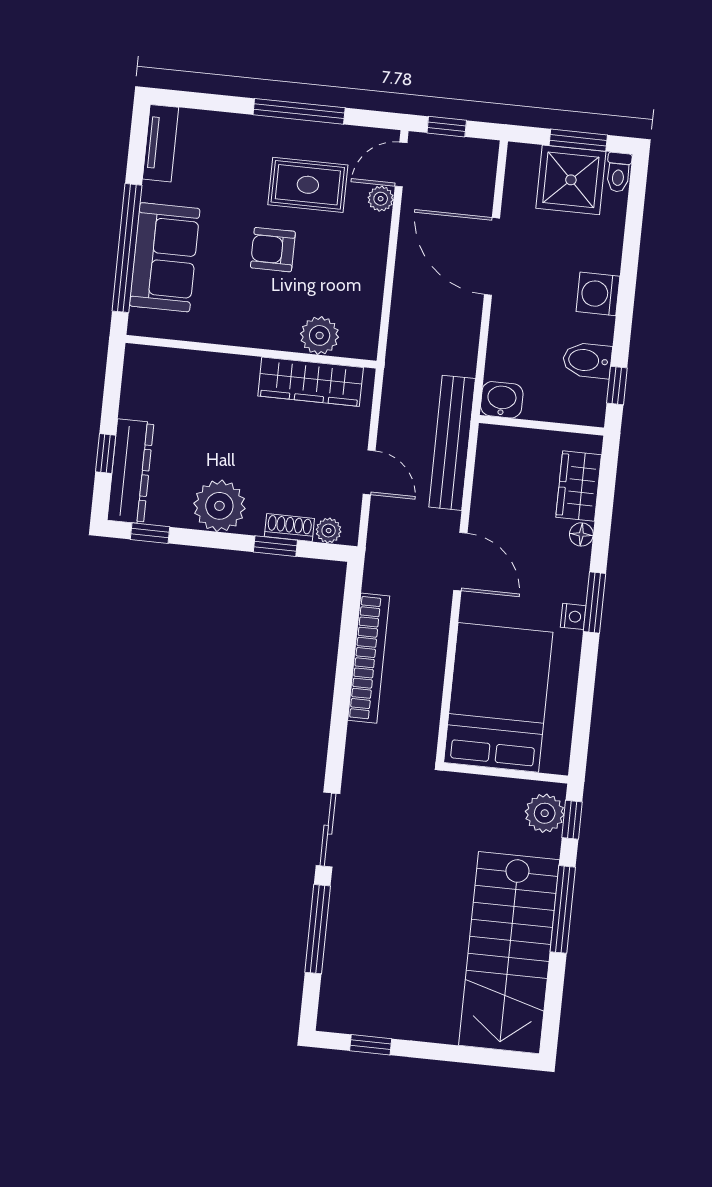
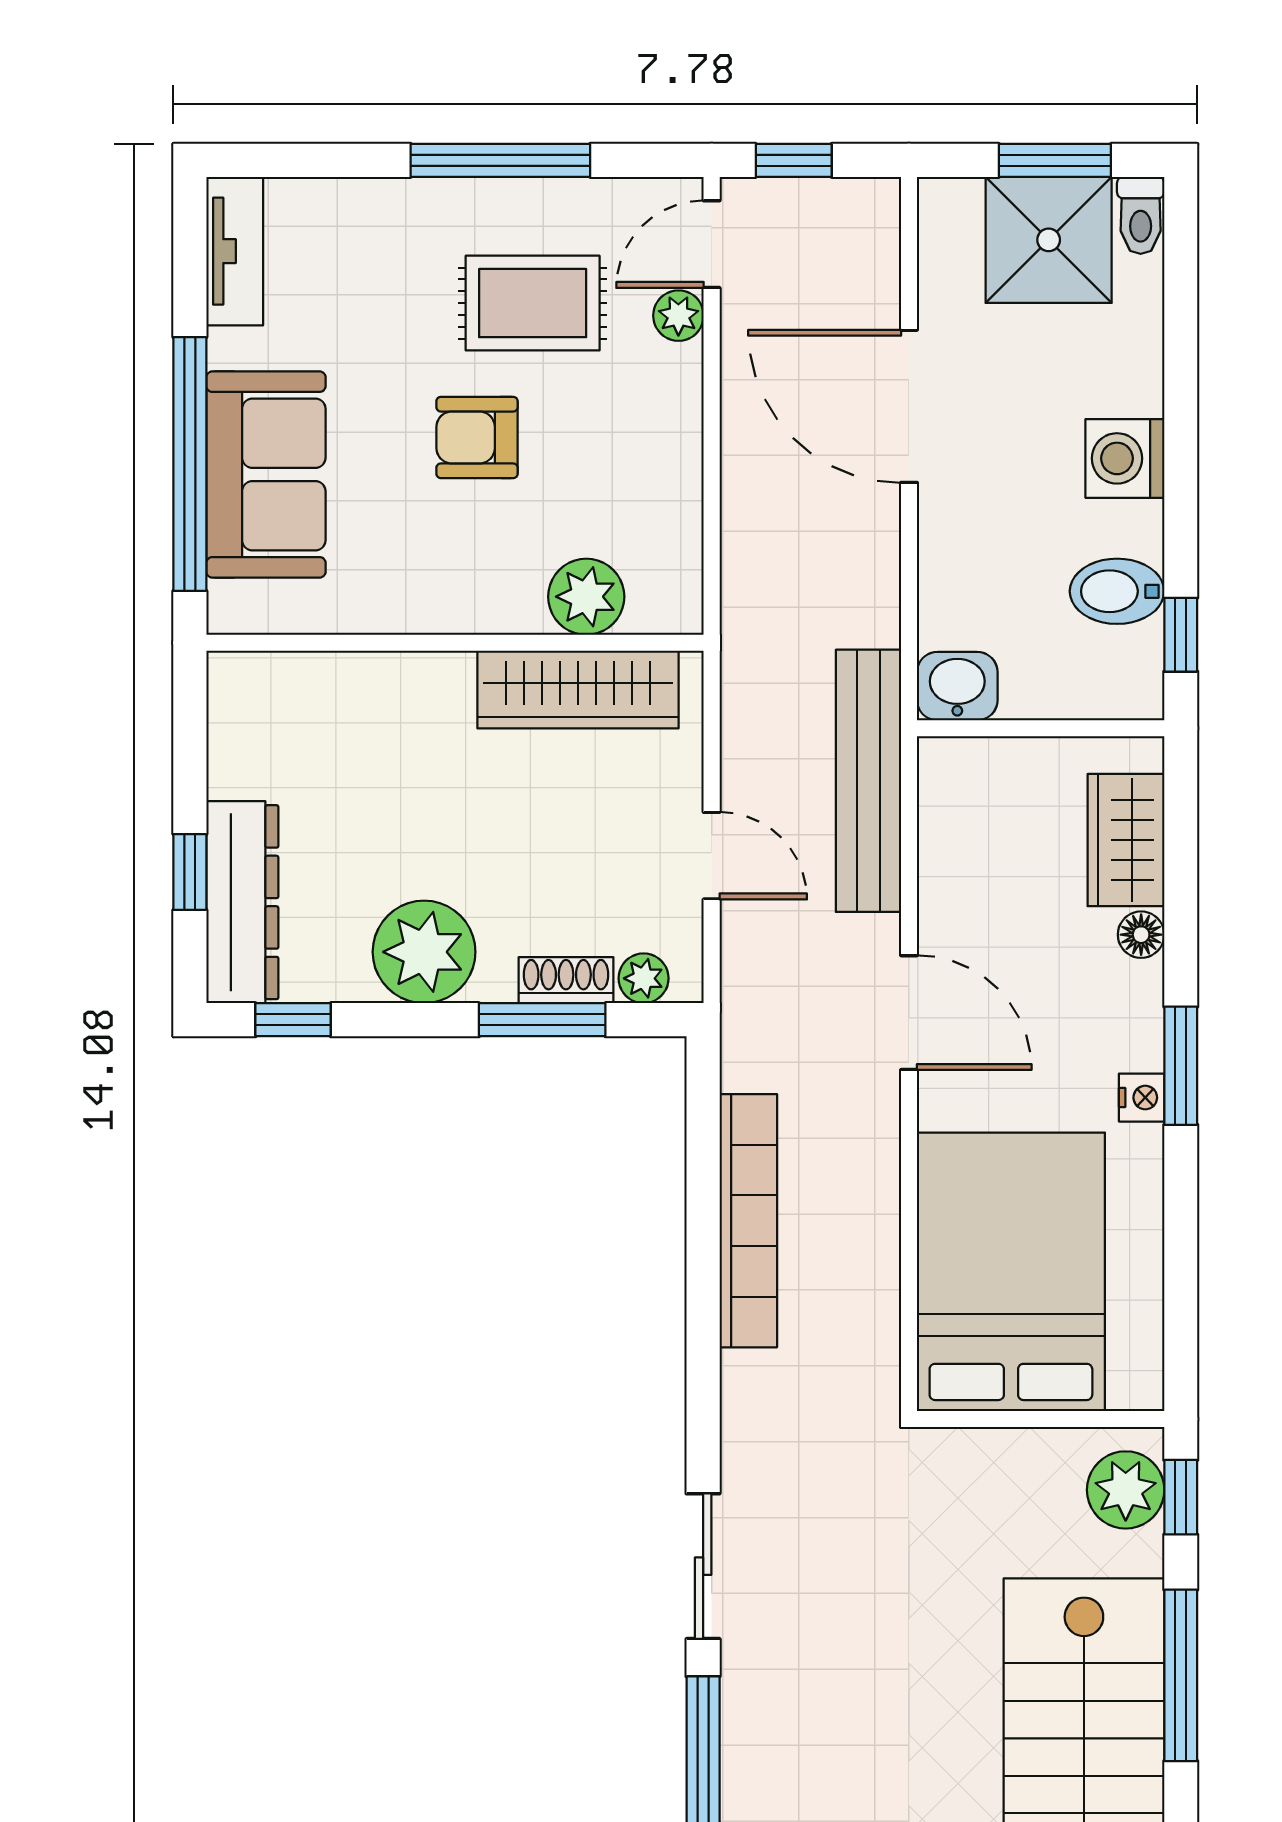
window: (275, 546) -> (542, 1020), width x1.50

